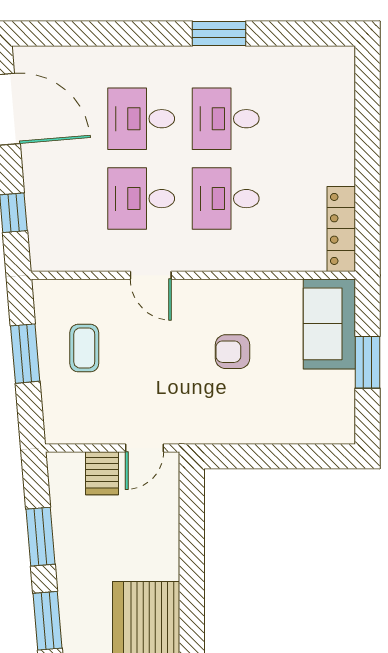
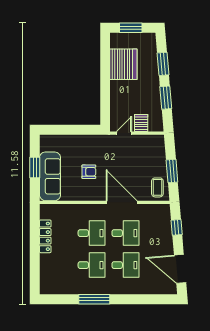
window: (219, 34) -> (94, 299), width x1.44
locker: (341, 229) -> (45, 236), moved
door: (151, 275) -> (122, 202), width x1.88
sofa: (329, 324) -> (50, 176), width x1.36
coffee table: (84, 348) -> (157, 187), moved

